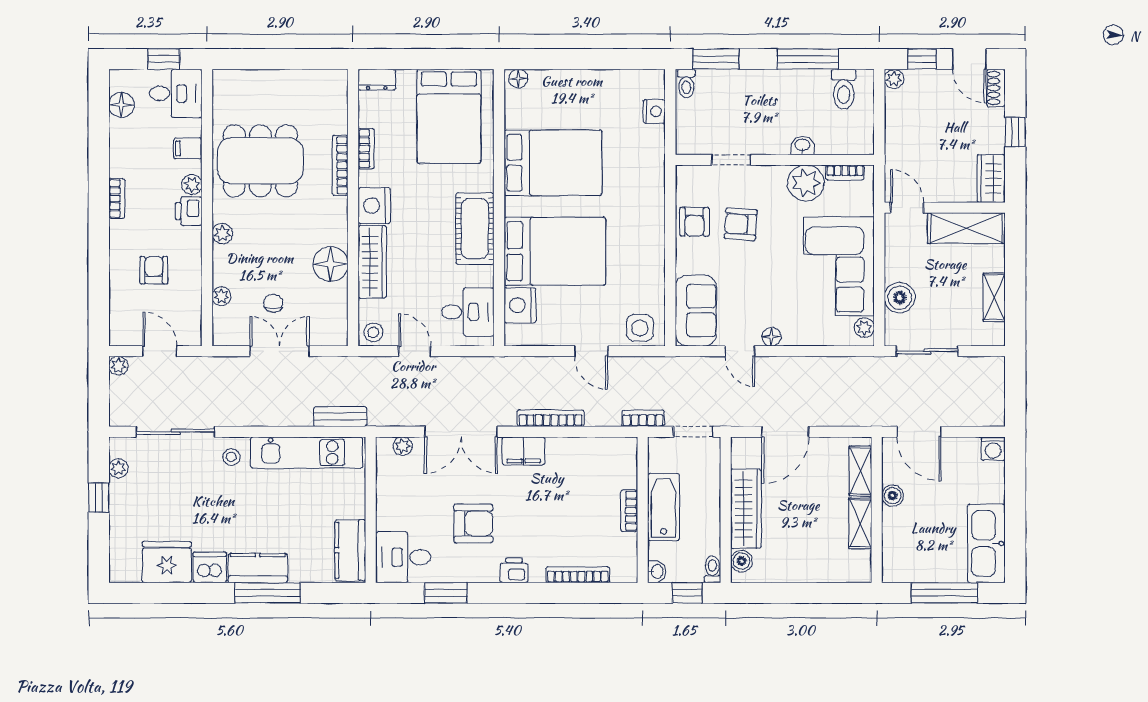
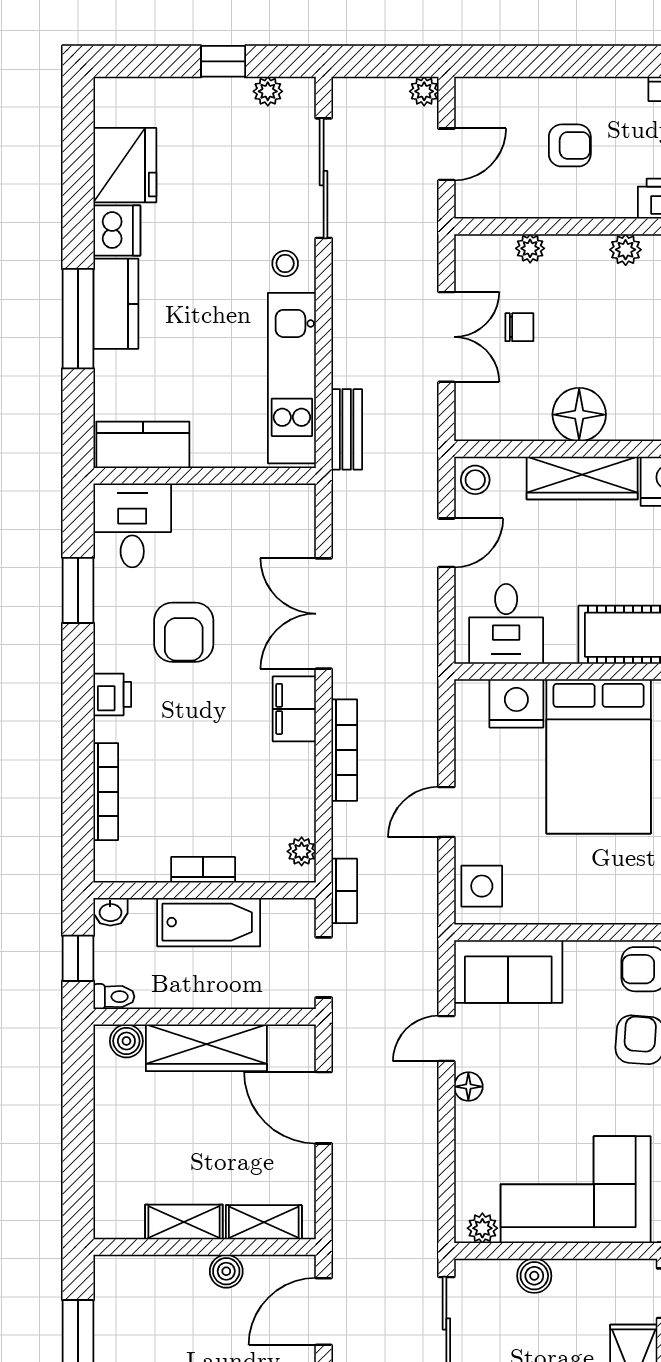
boiler: (900, 298) -> (534, 1276), width x0.73, depth x0.73
plant: (403, 446) -> (302, 851), moved

